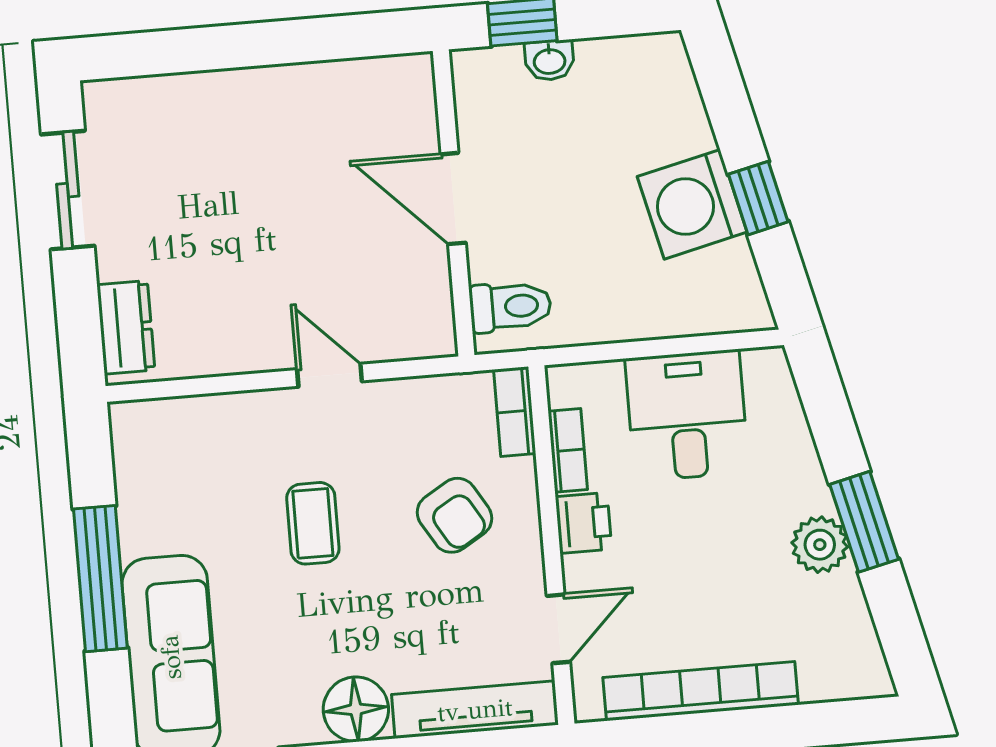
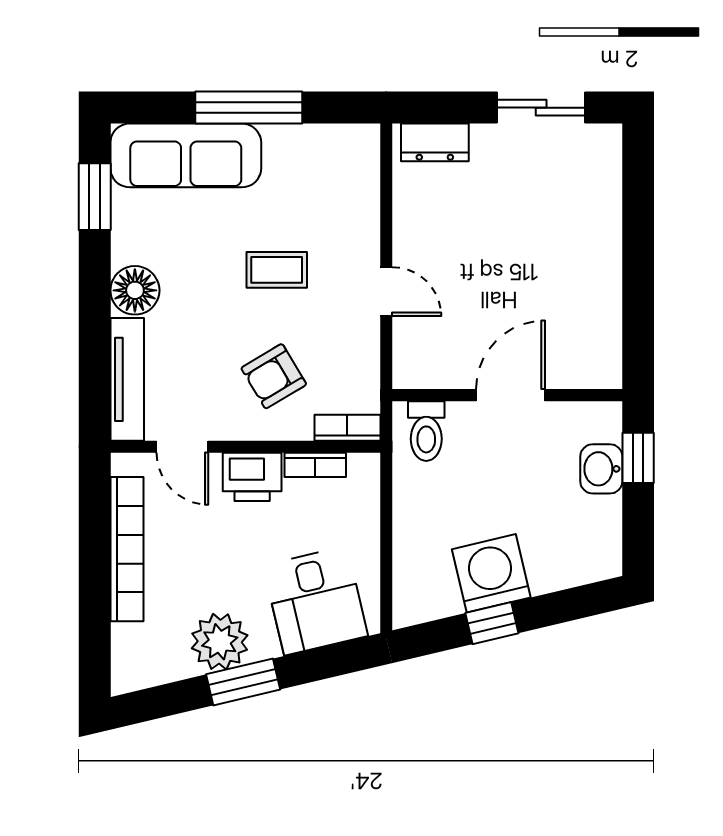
washbasin: (549, 60) -> (601, 469), width x1.38, depth x1.45
door: (329, 375) -> (386, 292), hinge flipped
desk: (687, 415) -> (316, 601), moved, turned 77
printer: (584, 523) -> (252, 477), width x1.36, depth x1.24
plant: (820, 545) -> (220, 642), width x1.36, depth x1.36

